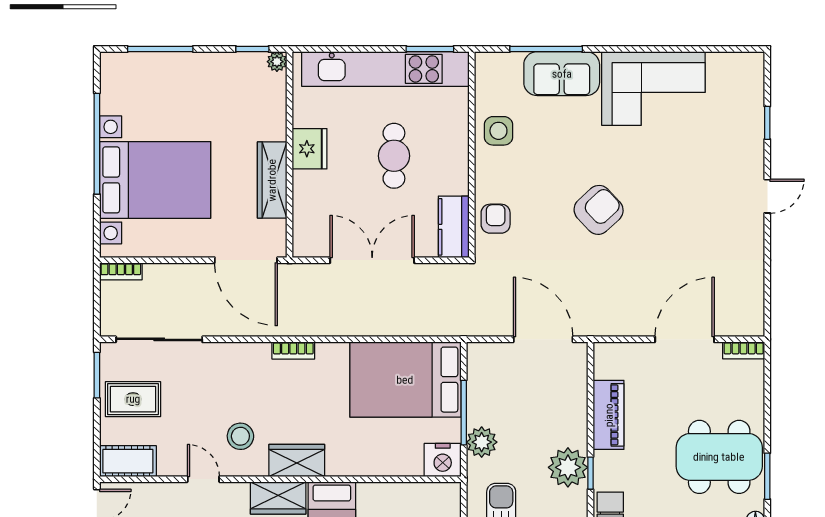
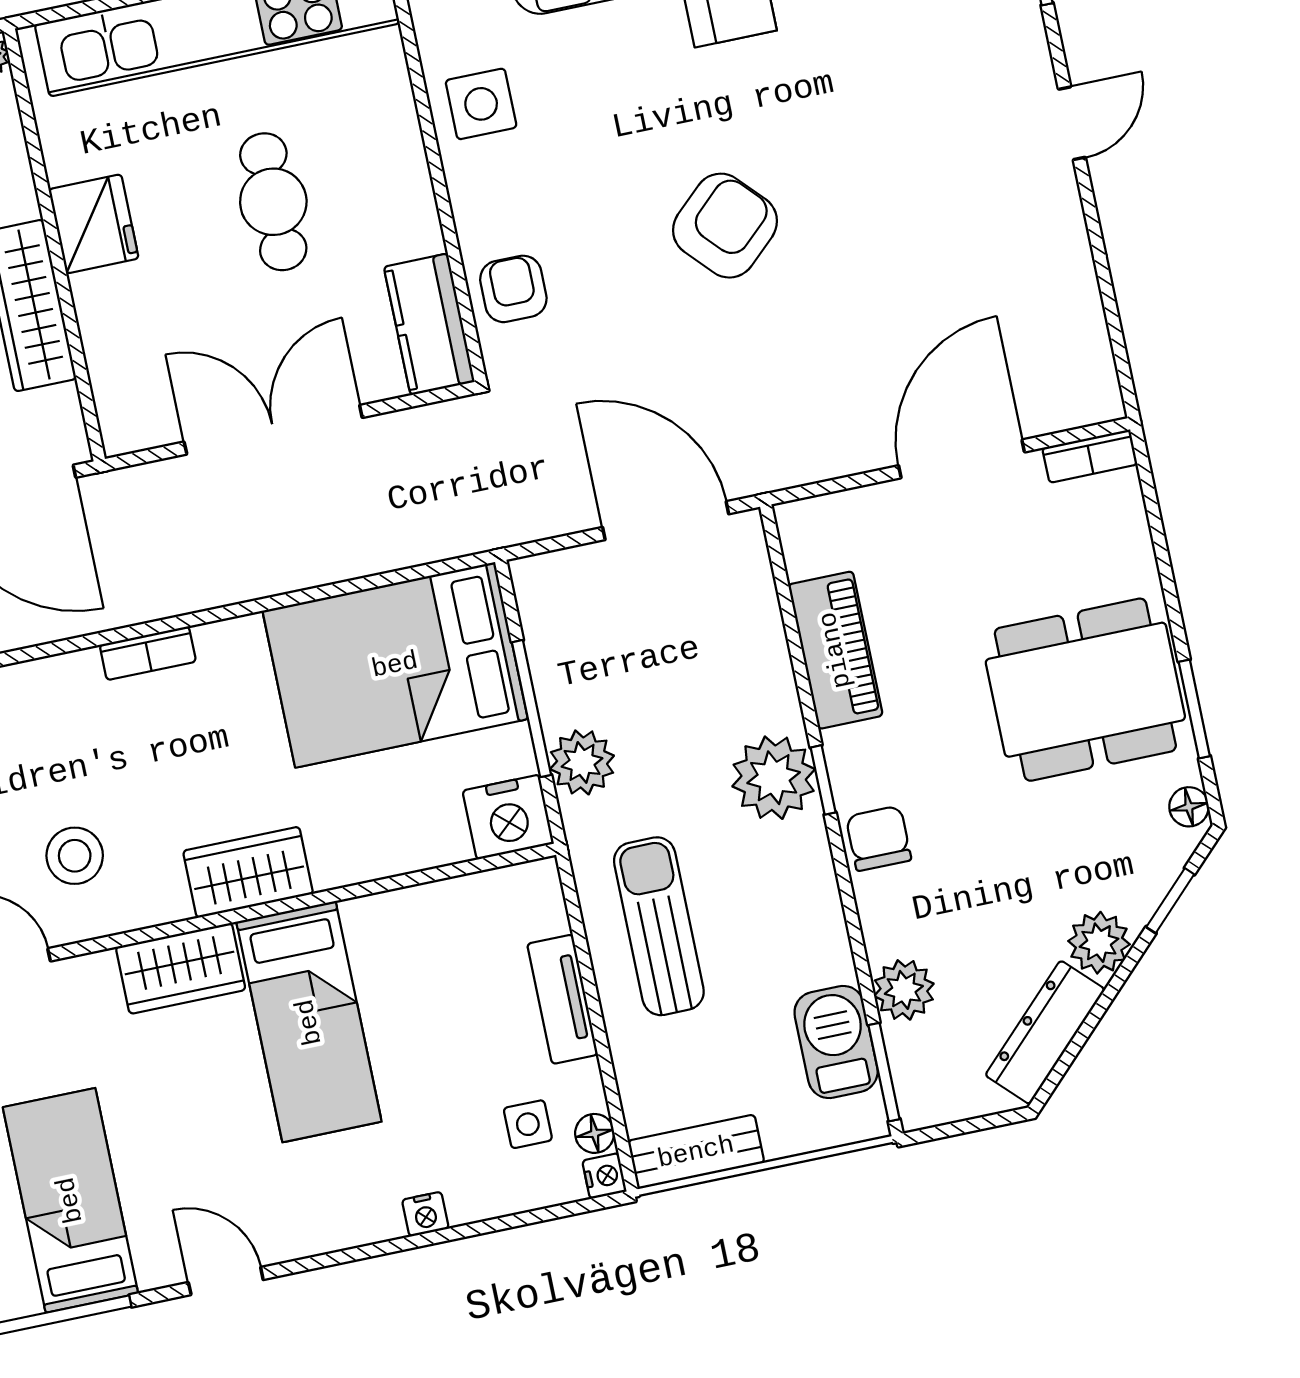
wardrobe: (297, 460) -> (248, 872), moved

